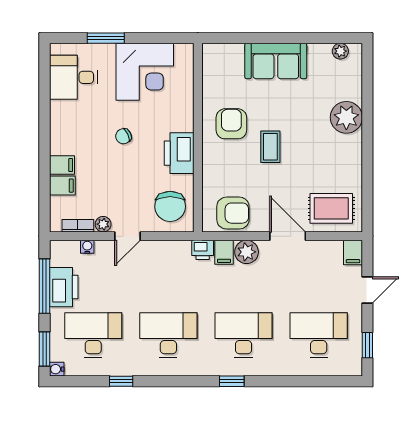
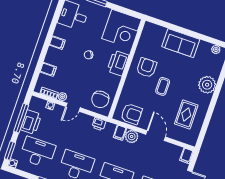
corner desk: (145, 72) -> (122, 29), moved
printer: (179, 153) -> (118, 63), moved
filing cabinet: (62, 165) -> (57, 43), moved
rug: (331, 208) -> (186, 114), moved, turned 90
printer: (203, 250) -> (99, 124), moved

